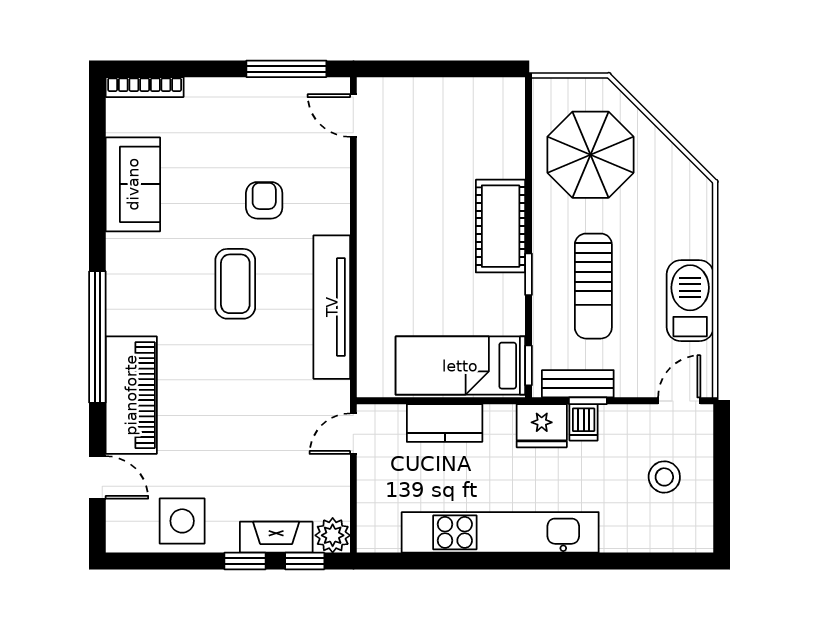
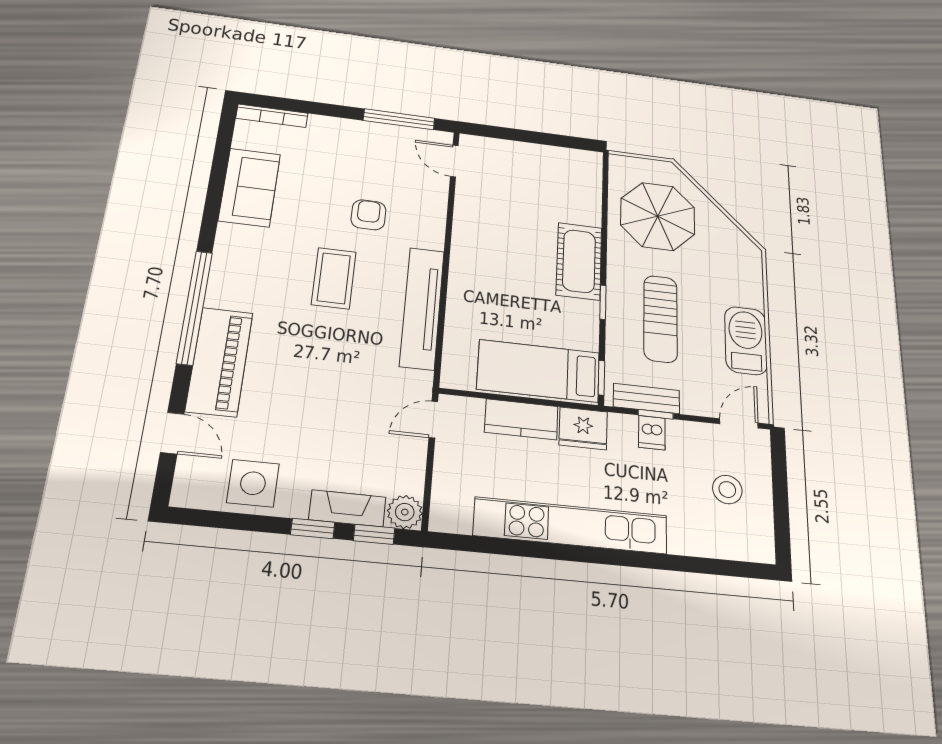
fridge: (542, 426) -> (583, 428), moved

